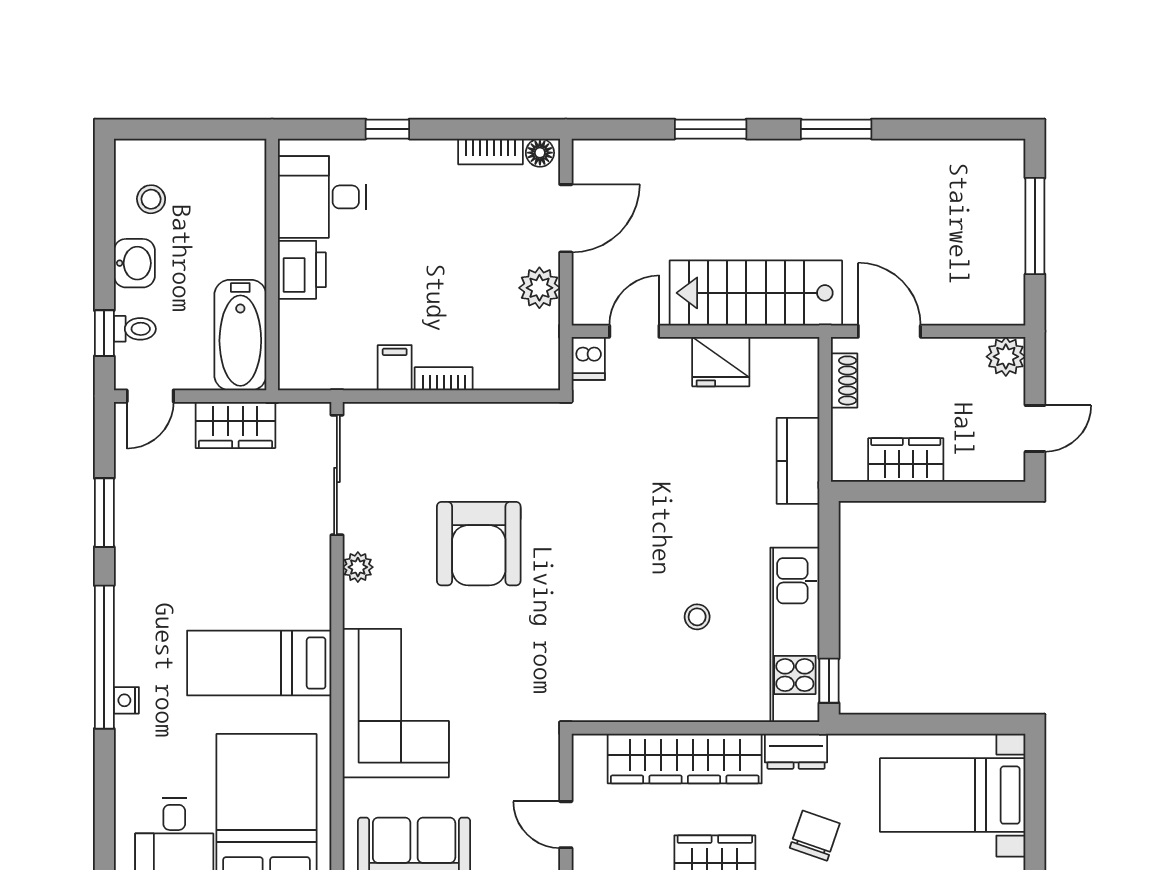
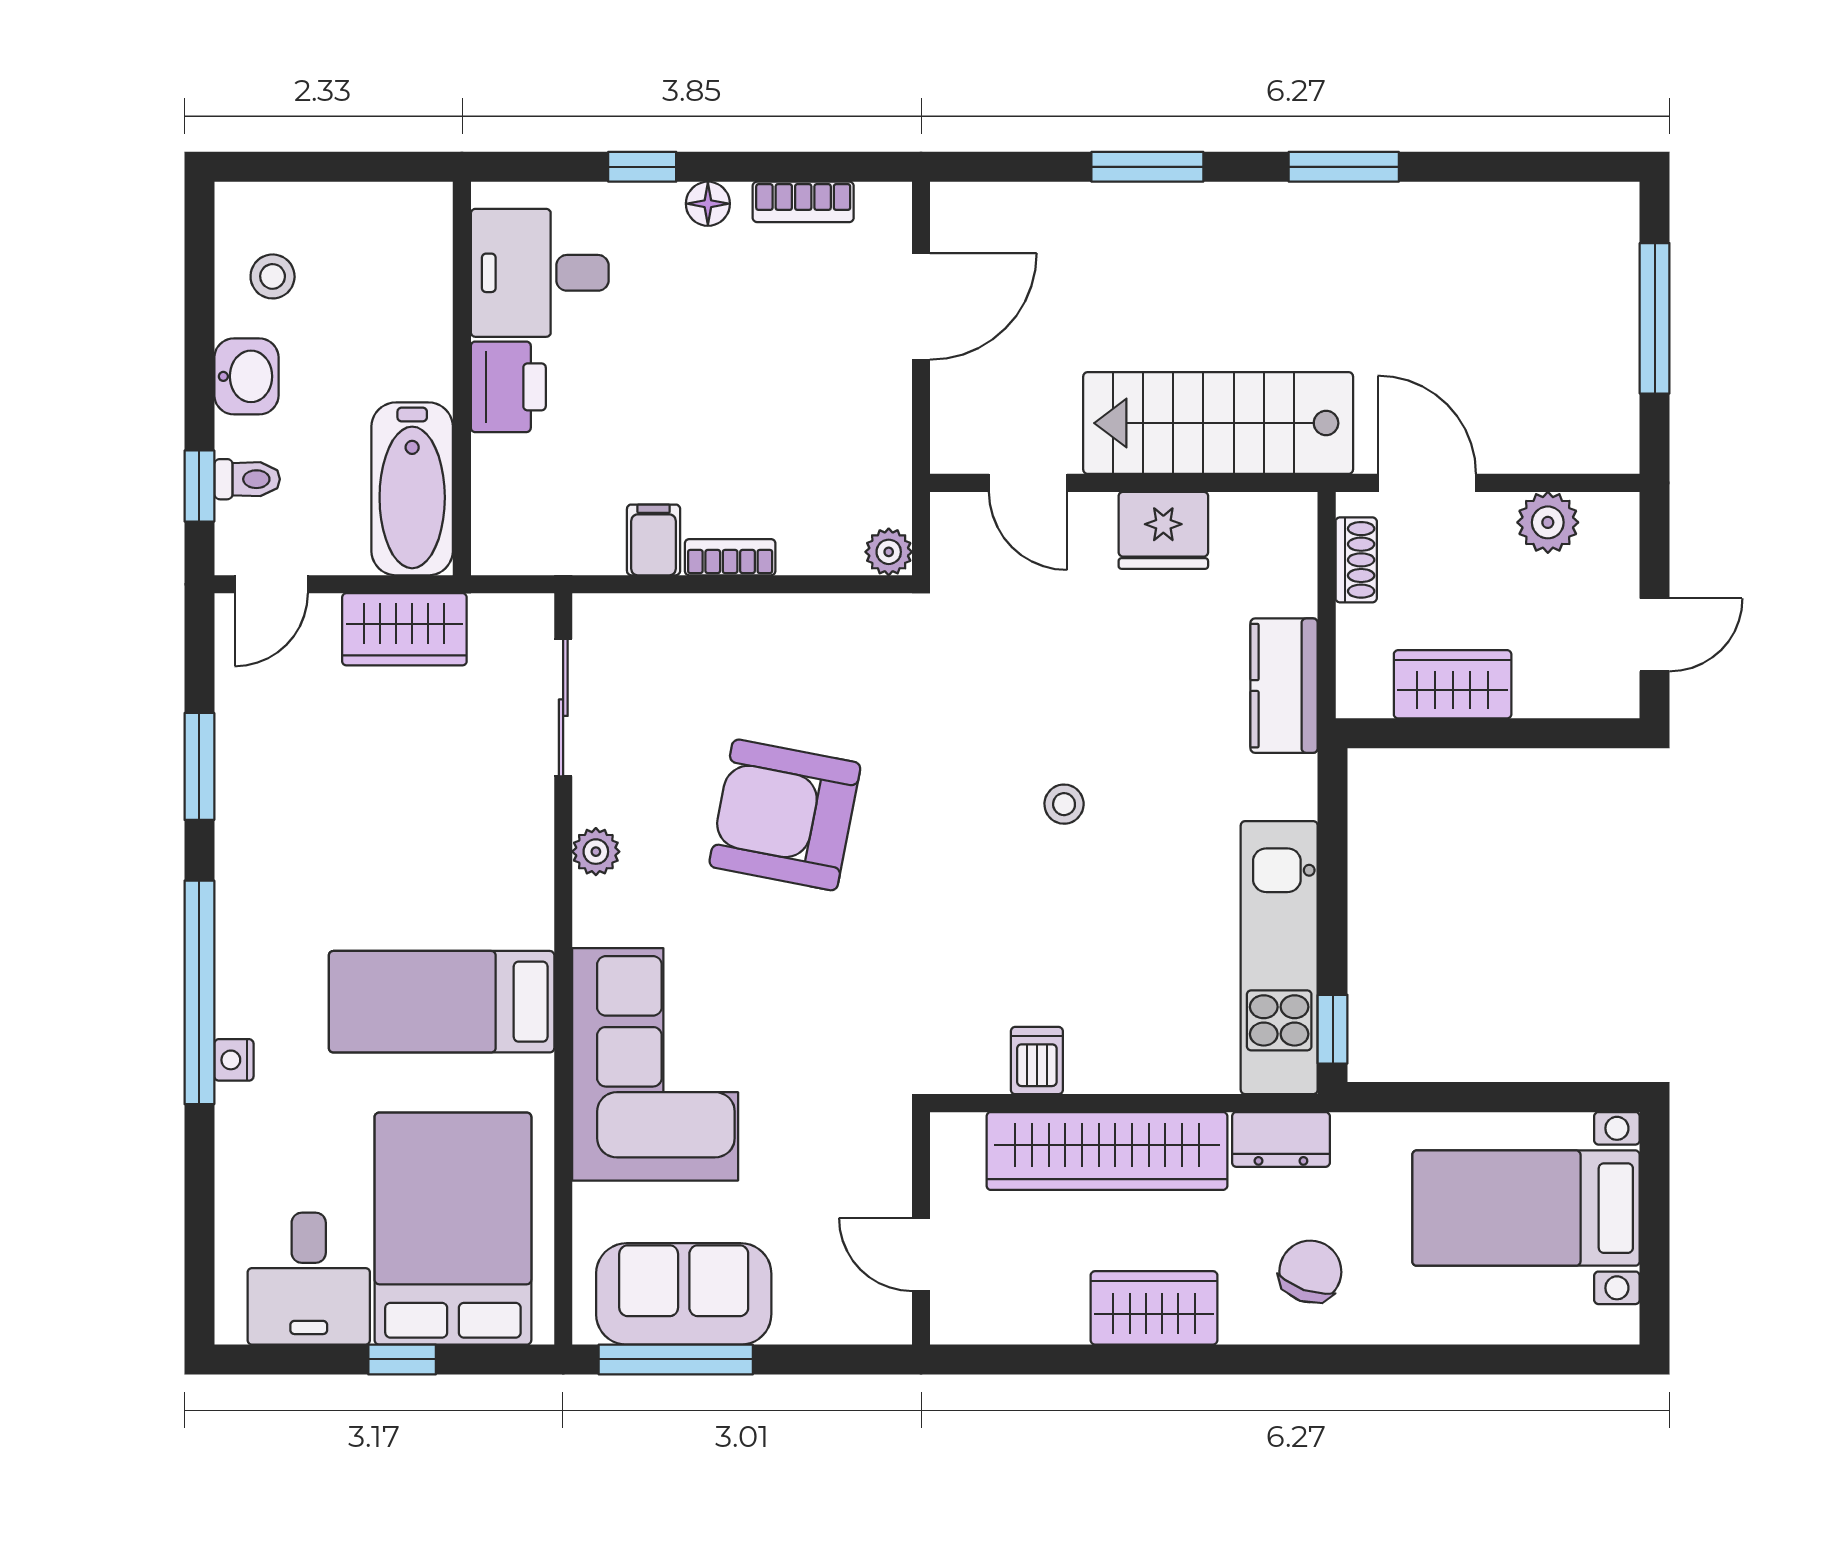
floor lamp: (540, 153) -> (708, 204), moved
plant: (539, 288) -> (889, 552), moved, width x0.73, depth x0.73
door: (634, 331) -> (1028, 483), swing flipped
plant: (1006, 357) -> (1548, 522), moved
dishwasher: (588, 358) -> (1037, 1061), moved, turned 180
sliding door: (337, 475) -> (563, 708), width x0.73
armchair: (479, 544) -> (785, 815), turned 101
stool: (697, 617) -> (1064, 804), moved

